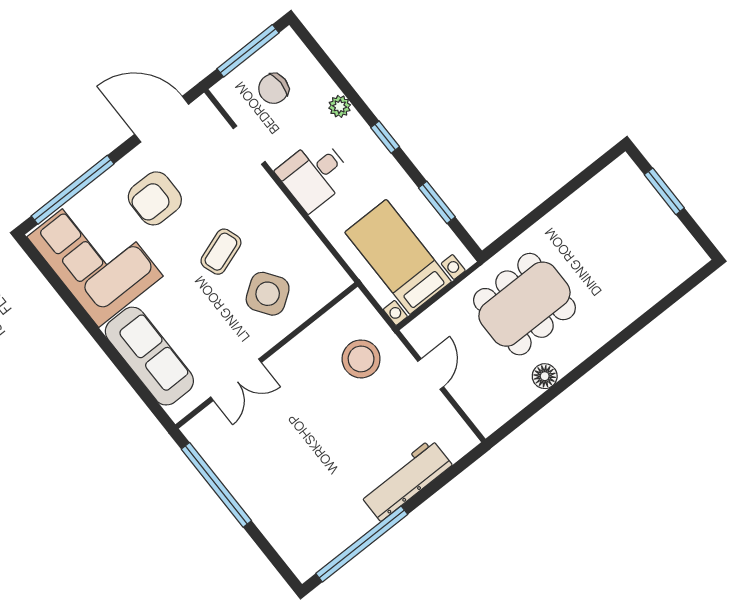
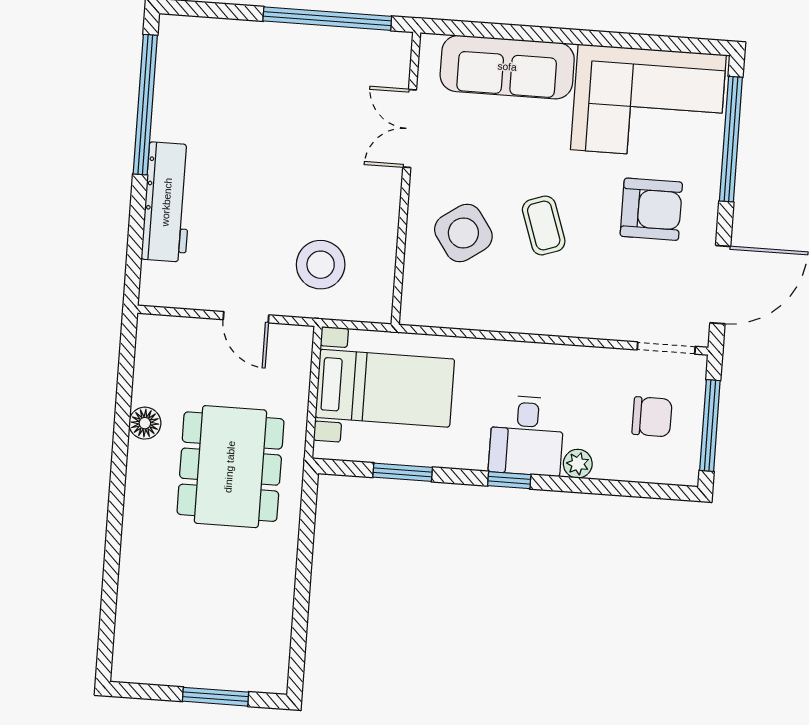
chair: (274, 89) -> (652, 417), turned 90
doorway: (249, 145) -> (666, 348), moved
desk: (314, 174) -> (527, 436), moved, turned 180
armchair: (155, 198) -> (651, 209), turned 90

